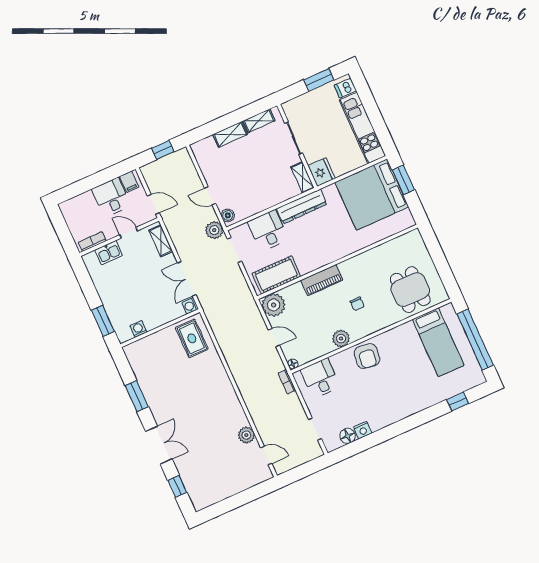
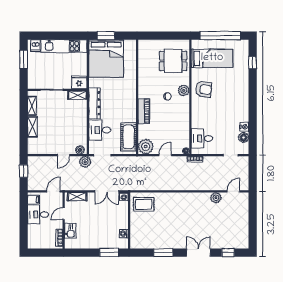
plant: (341, 339) -> (184, 90), moved
armchair: (367, 356) -> (204, 89), moved

